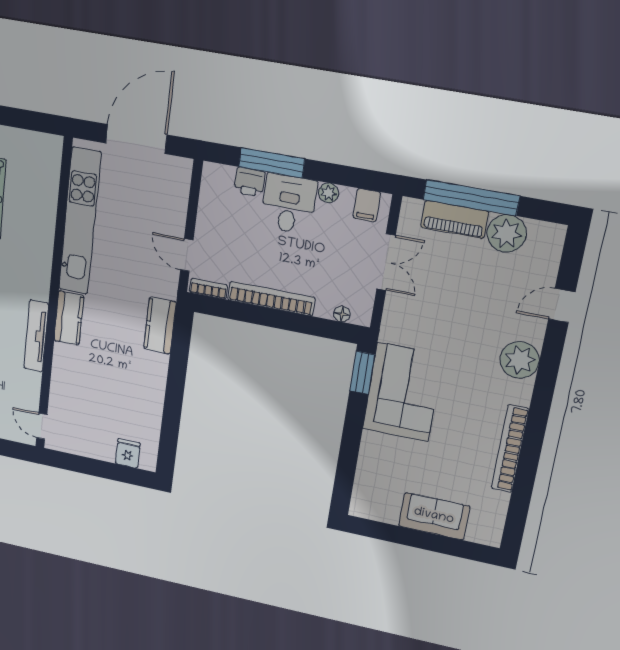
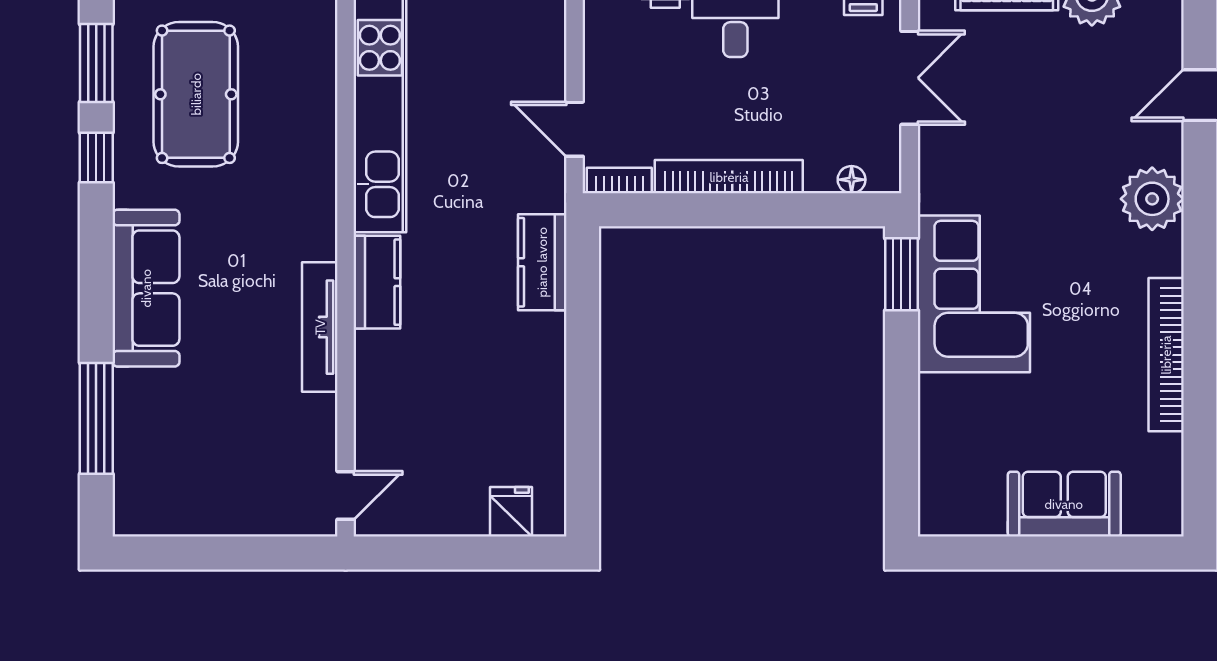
door: (42, 426) -> (346, 495), swing flipped

